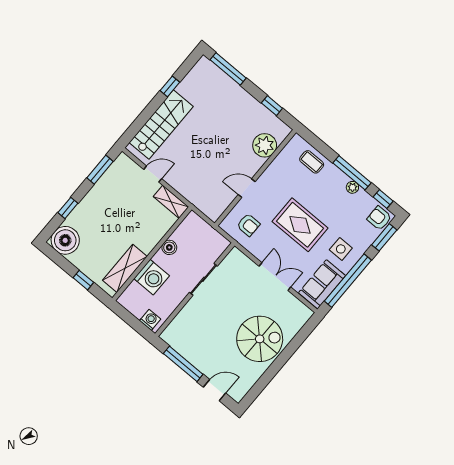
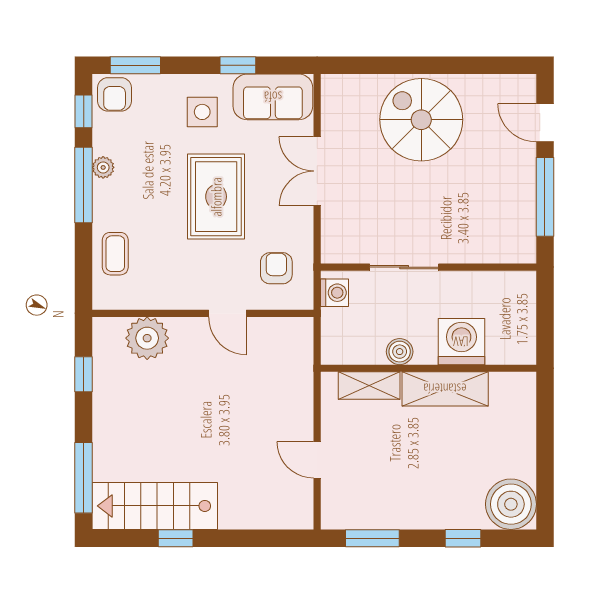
stairs: (161, 124) -> (155, 506), moved
shelving: (171, 202) -> (369, 386), moved, turned 90
shelving: (125, 268) -> (445, 389), moved
window: (83, 280) -> (545, 433), removed
window: (348, 281) -> (238, 65), width x0.32
washing machine: (150, 320) -> (334, 293), moved, turned 180

